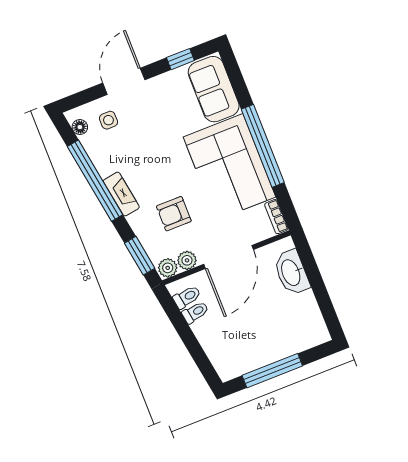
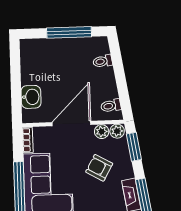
armchair: (174, 214) -> (99, 168), turned -151
washbasin: (291, 272) -> (31, 97), width x0.72
toilet: (195, 312) -> (103, 61), moved

